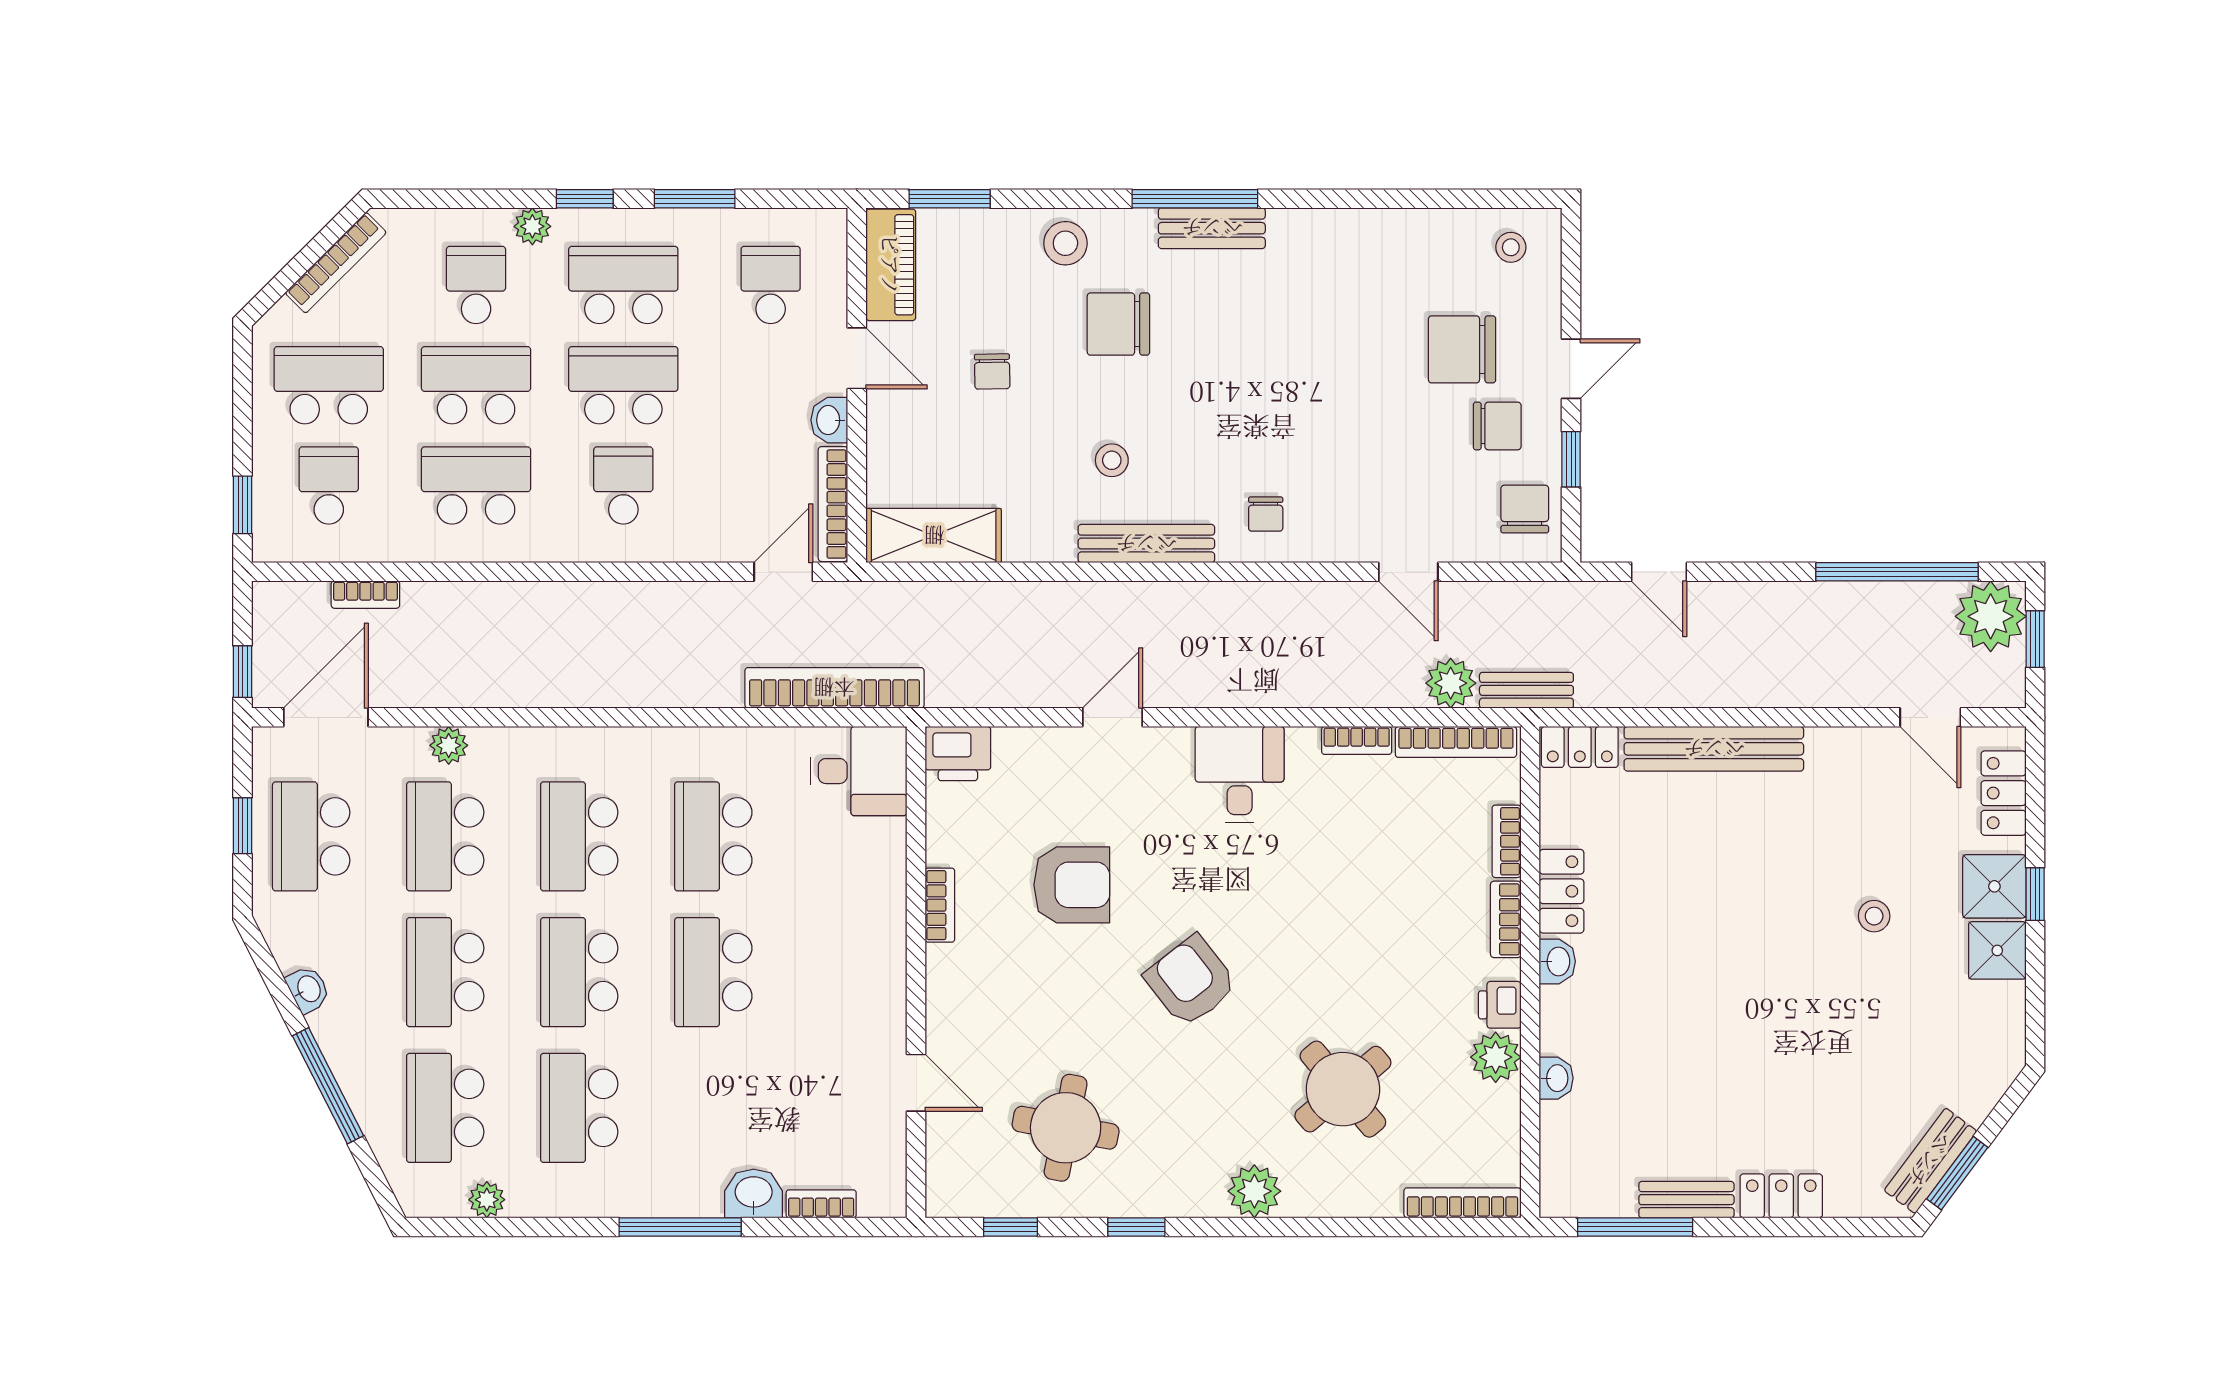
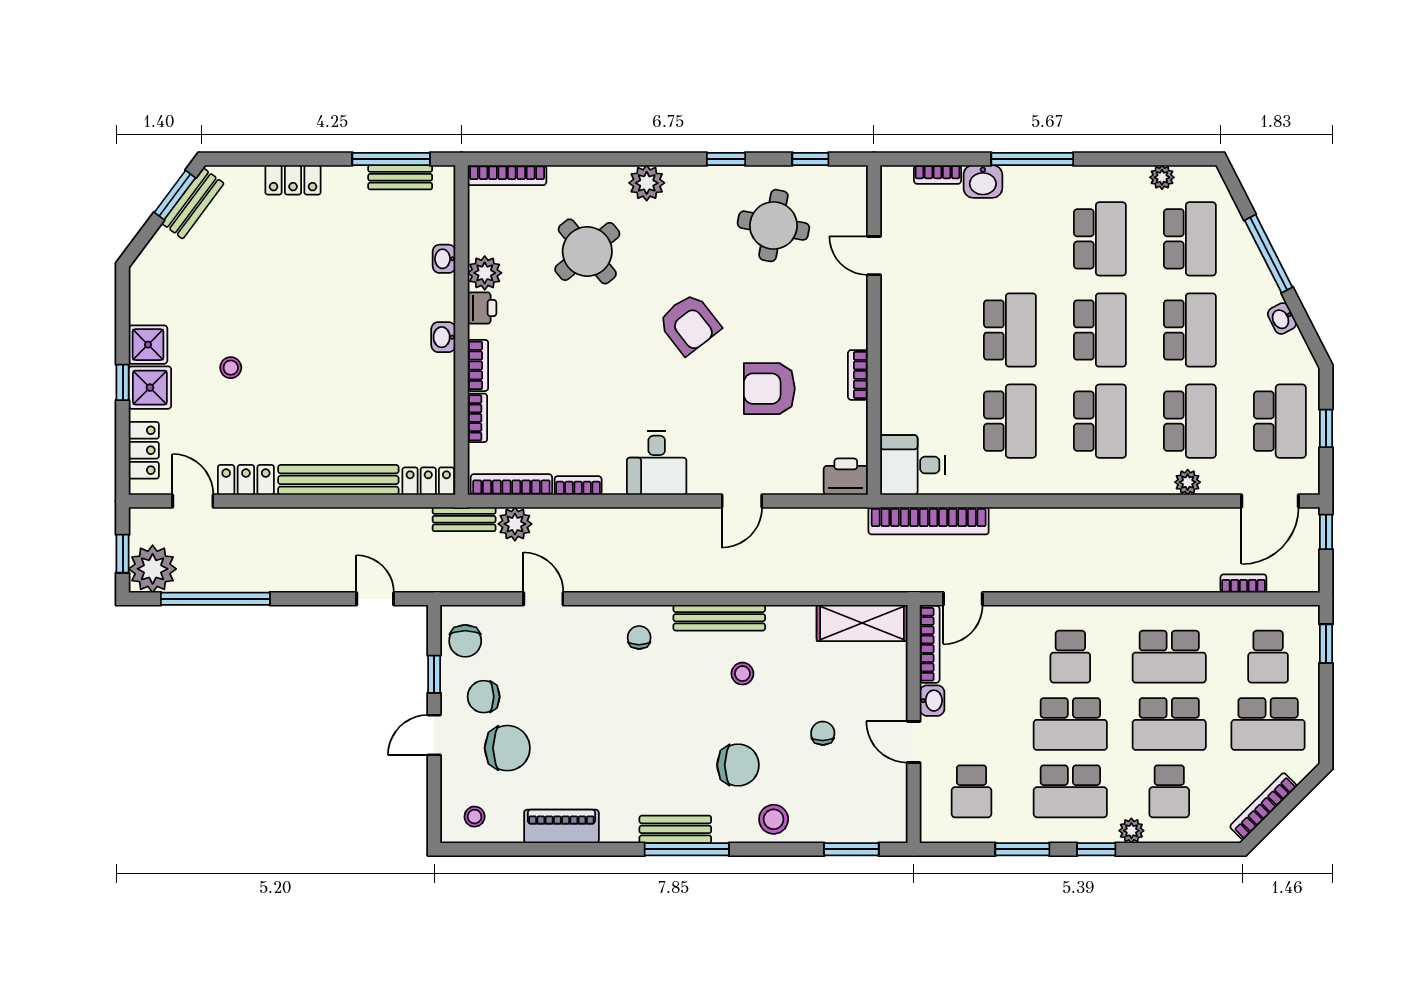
piano: (891, 265) -> (561, 826), moved, turned 90
locker: (1562, 891) -> (246, 480), moved, turned 90
bench: (1686, 1200) -> (400, 177), moved

